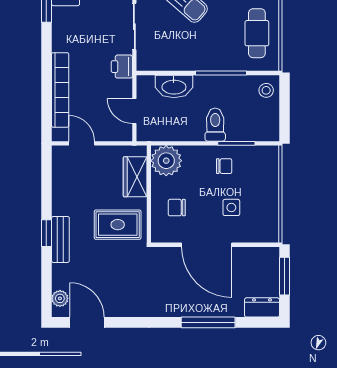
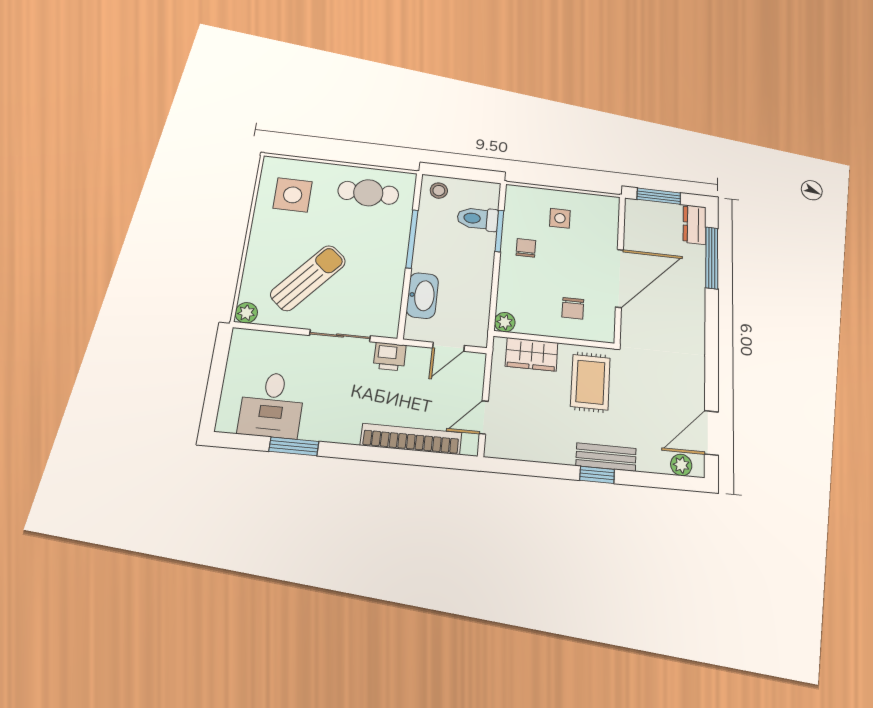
toilet: (215, 125) -> (478, 219), moved
plant: (166, 161) -> (505, 322), width x0.53, depth x0.53
side table: (231, 207) -> (560, 218), moved
window: (208, 322) -> (712, 258), moved

